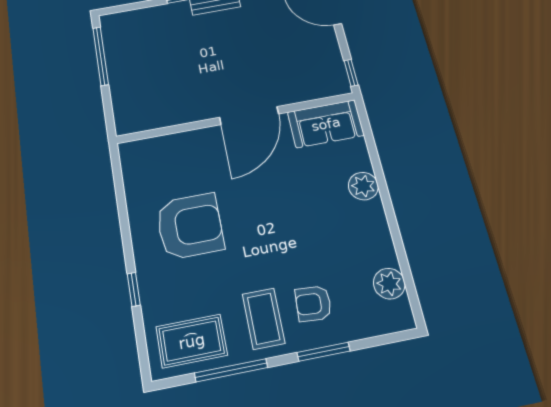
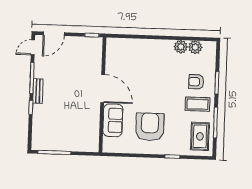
sofa: (326, 124) -> (113, 120), moved
plant: (363, 186) -> (181, 47), moved
armchair: (313, 304) -> (196, 82), turned 86

